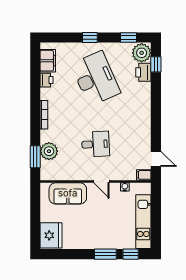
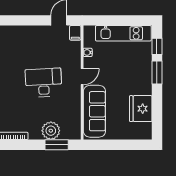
desk: (96, 144) -> (44, 83), width x1.37
sofa: (68, 193) -> (94, 111), width x1.36
fridge: (51, 235) -> (141, 109), moved, turned -90

